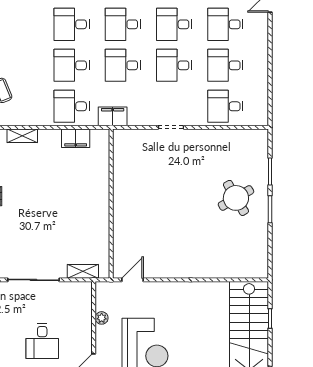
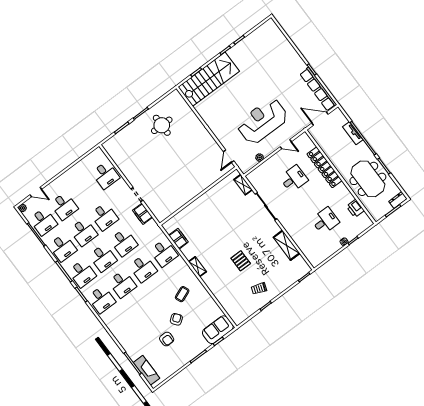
desk: (225, 65) -> (85, 191), removed
filing cabinet: (113, 116) -> (142, 214), moved
round table: (236, 198) -> (162, 125), moved, turned 30
door: (133, 280) -> (229, 156), hinge flipped

